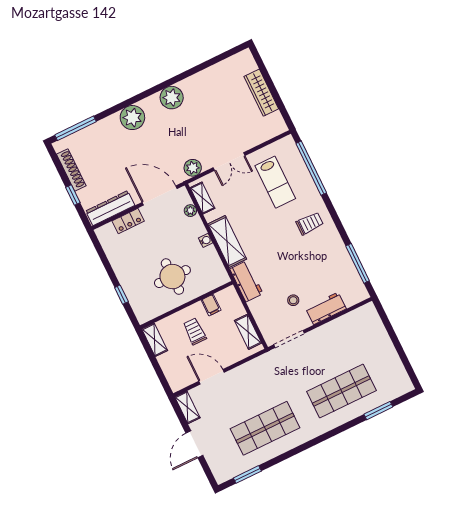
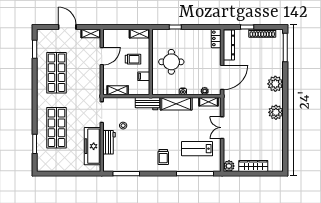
plant: (193, 168) -> (229, 166), moved
locker: (128, 221) -> (216, 38), moved
freezer: (343, 329) -> (92, 146), added

